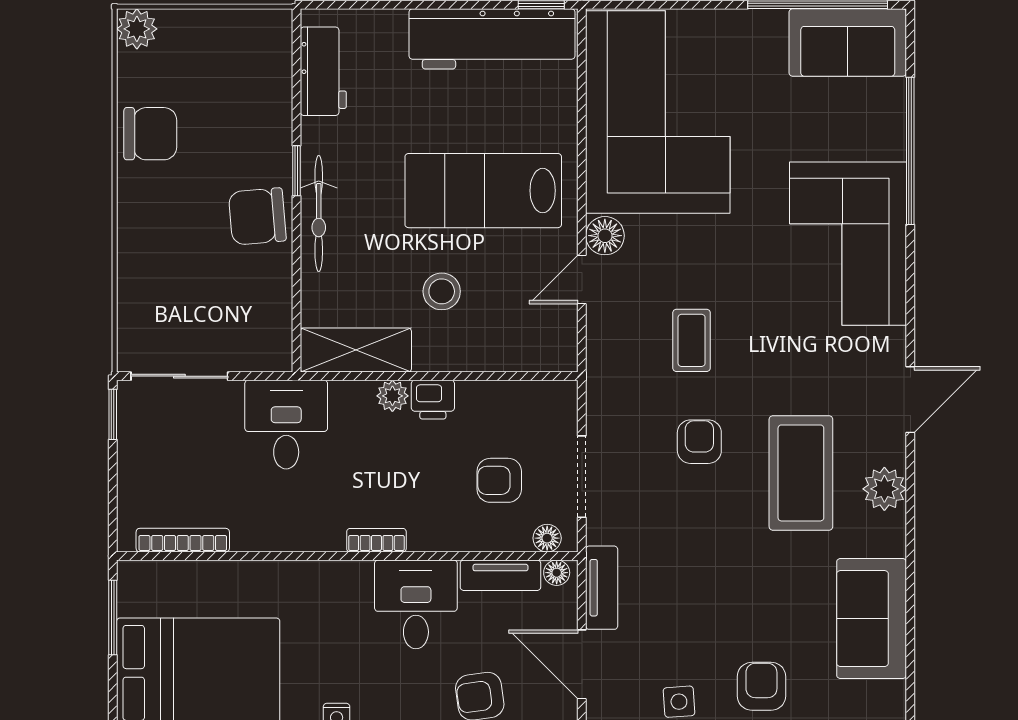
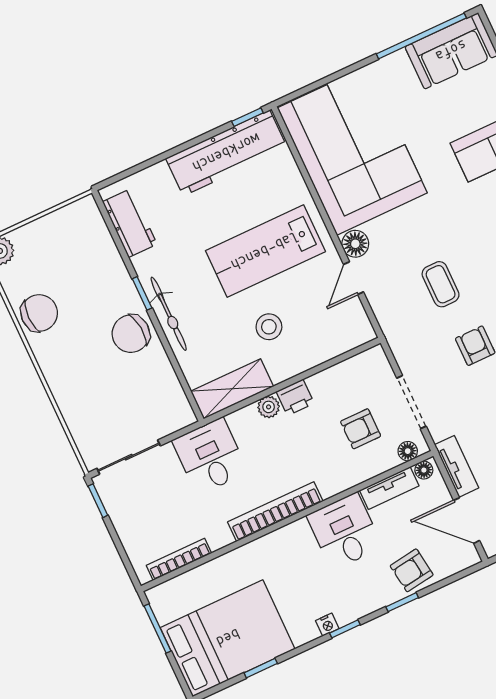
bookcase: (376, 540) -> (275, 512), width x2.31, depth x1.31

